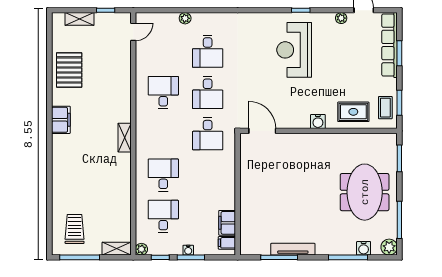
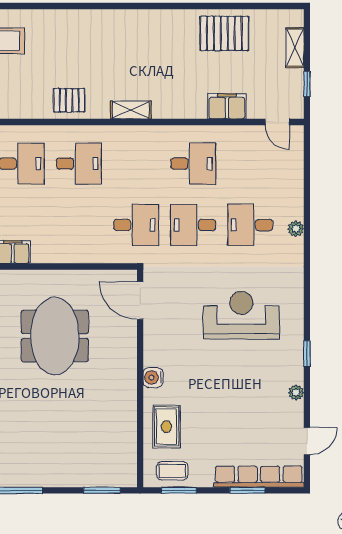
plant: (185, 18) -> (296, 229), moved
plant: (341, 18) -> (296, 393), moved
reception desk: (294, 50) -> (241, 315), moved
filing cabinet: (61, 120) -> (227, 106), moved, turned 180
door: (262, 131) -> (140, 300), swing flipped
desk: (208, 134) -> (136, 225), turned 180
pallet: (117, 182) -> (69, 100), added
meeting table: (365, 192) -> (55, 336), moved, turned 90

